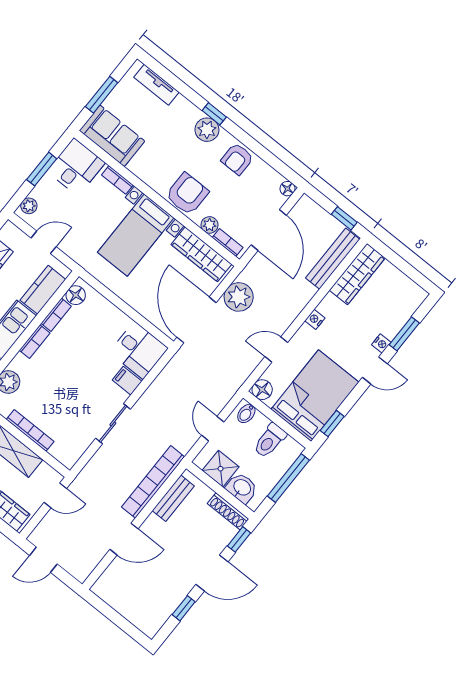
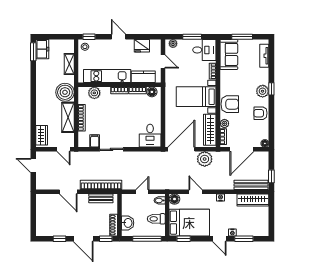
filing cabinet: (127, 381) -> (95, 141), moved
shower: (221, 469) -> (129, 208), removed

